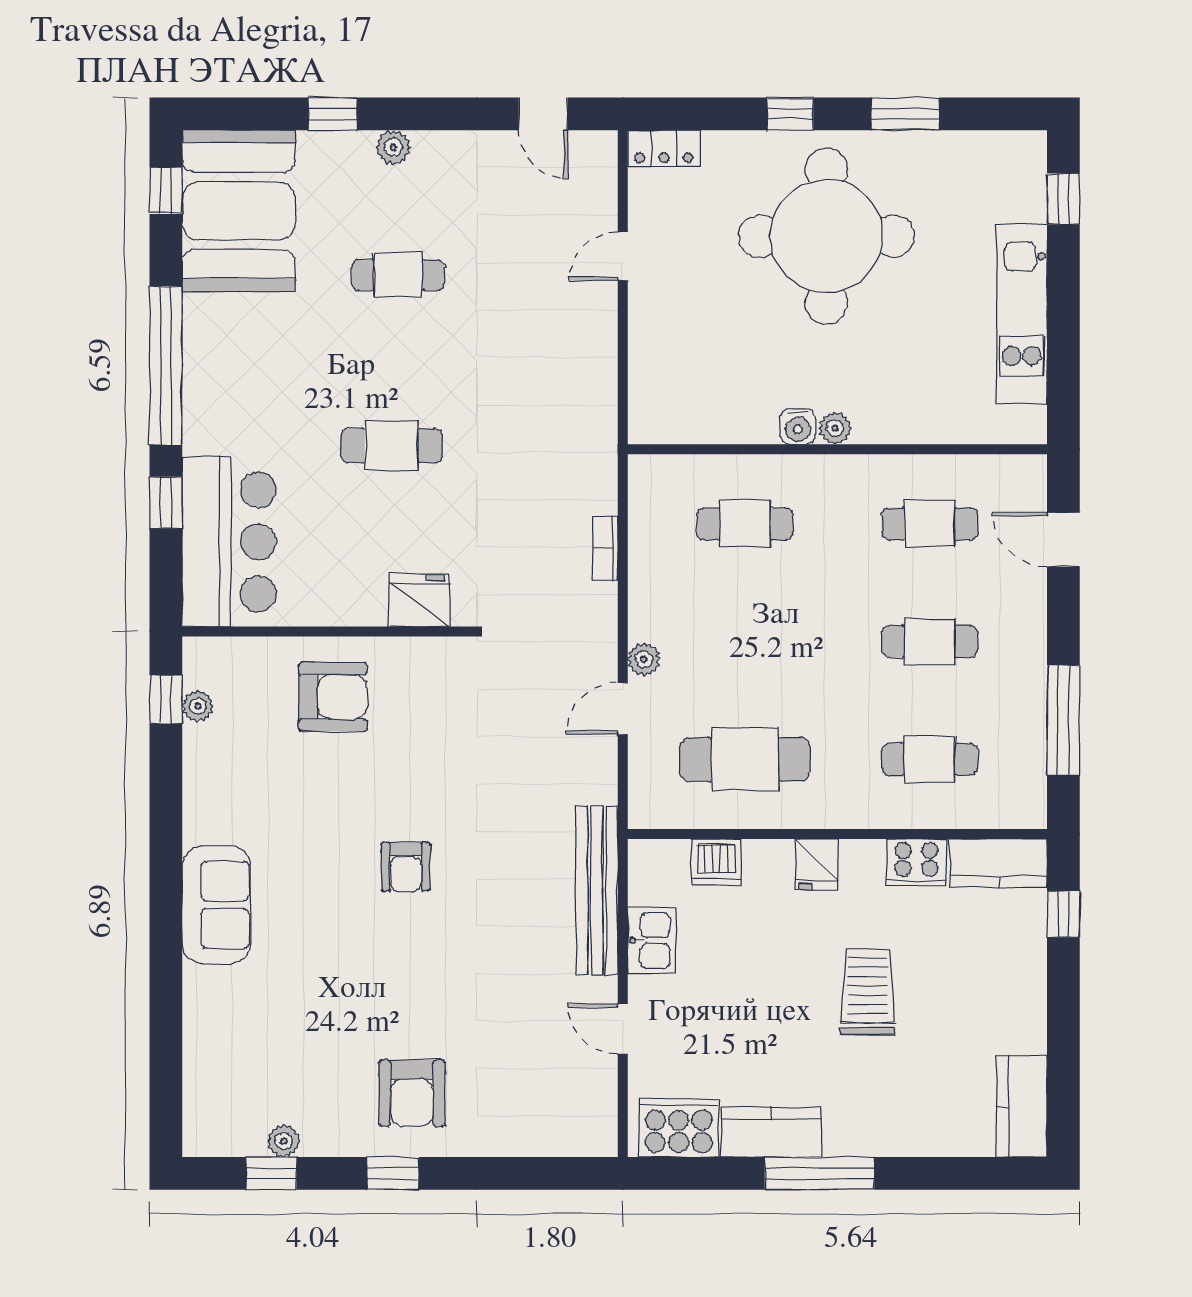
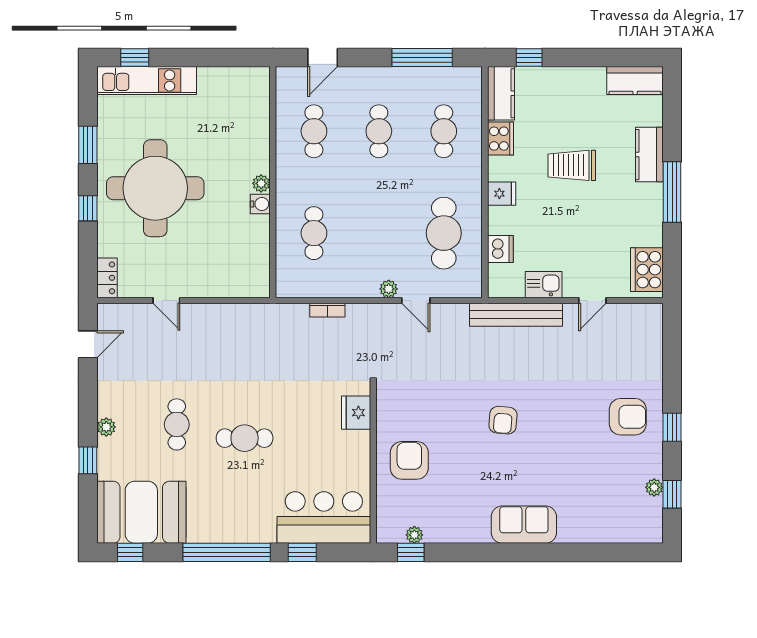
kitchen unit: (1022, 314) -> (147, 81), moved
cafe table: (391, 446) -> (245, 438), moved, turned 90
armchair: (406, 867) -> (503, 420), turned 95
kitchen counter: (772, 1132) -> (649, 155), moved

